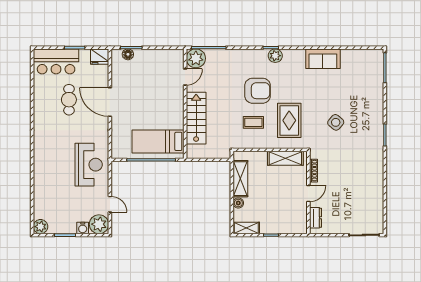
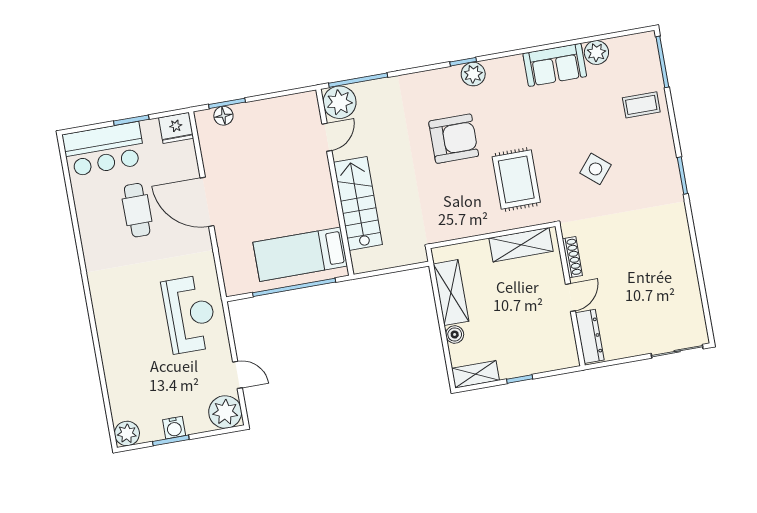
plant: (348, 56) -> (596, 53), added
coffee table: (253, 122) -> (641, 105), moved
dresser: (316, 218) -> (590, 336), width x1.44
water cooler: (83, 228) -> (174, 428), moved

